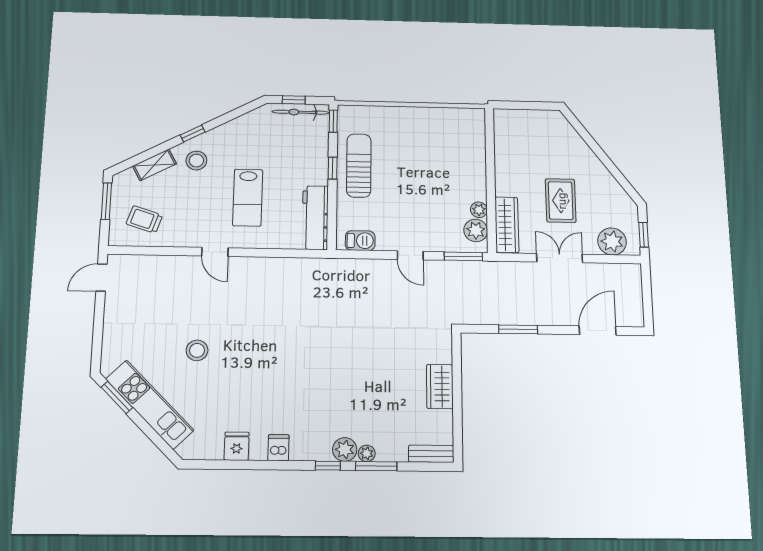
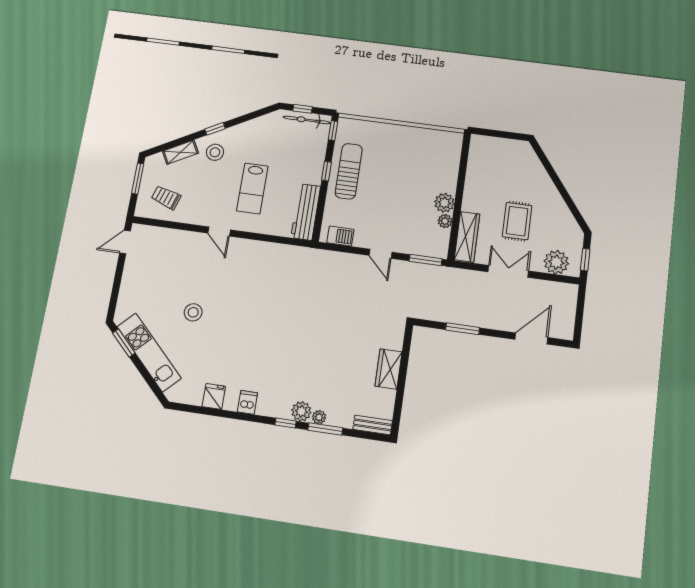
plant: (476, 230) -> (444, 203), moved

